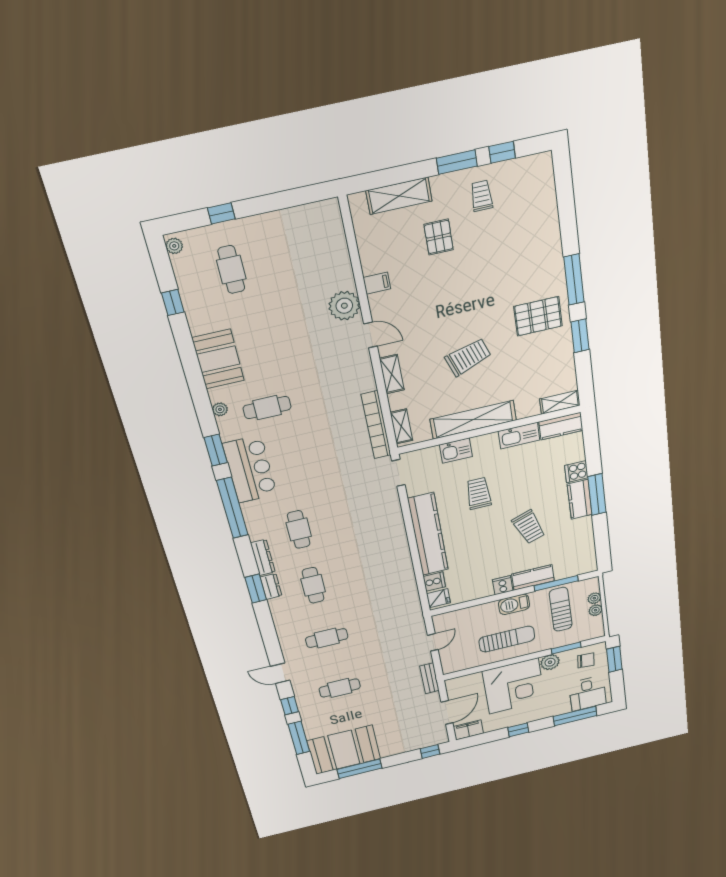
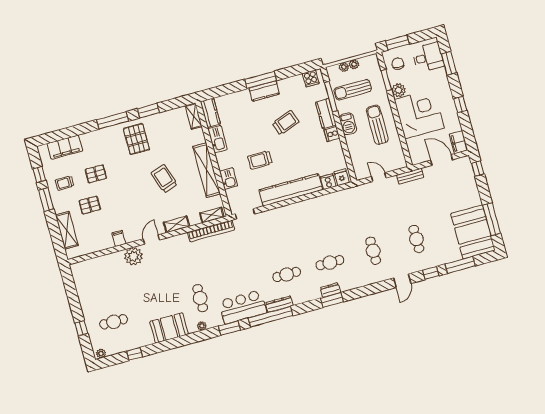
filing cabinet: (543, 199) -> (65, 147), added
pallet: (490, 249) -> (96, 174), added
cooker: (576, 472) -> (311, 78), moved
dresser: (263, 558) -> (279, 304), moved
window: (575, 716) -> (449, 63), width x0.69

